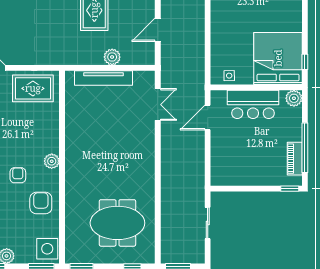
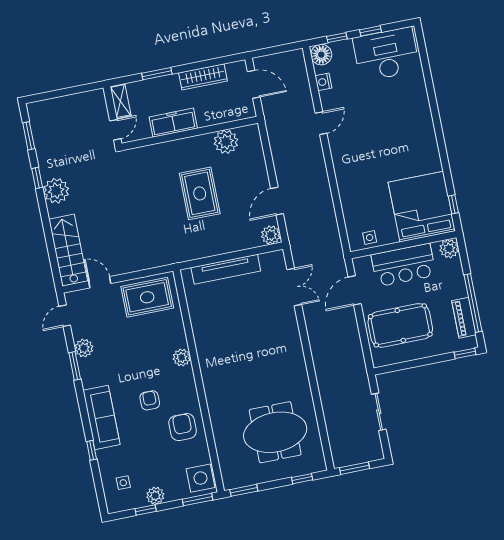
plant: (112, 57) -> (271, 235), moved
pool table: (240, 154) -> (400, 325), added
plant: (52, 161) -> (182, 358), moved

